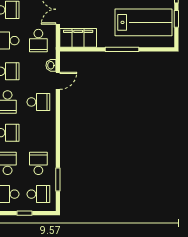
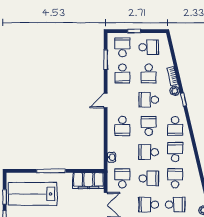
door: (58, 81) -> (106, 101), moved
school desk: (38, 102) -> (122, 126), turned -90
school desk: (38, 194) -> (122, 47), turned 90

